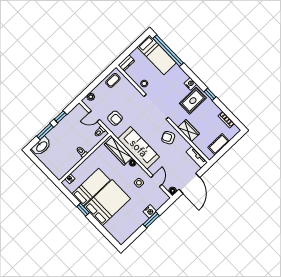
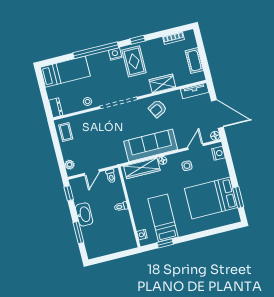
window: (168, 51) -> (96, 50), moved
window: (60, 117) -> (69, 193), moved
armchair: (115, 118) -> (106, 152), removed
washbasin: (42, 146) -> (84, 214), moved
door: (156, 181) -> (195, 147), hinge flipped
bed: (107, 203) -> (211, 198), moved, turned -90
window: (83, 210) -> (165, 243), moved
nightstand: (150, 211) -> (218, 153), moved
window: (151, 220) -> (238, 197), moved

